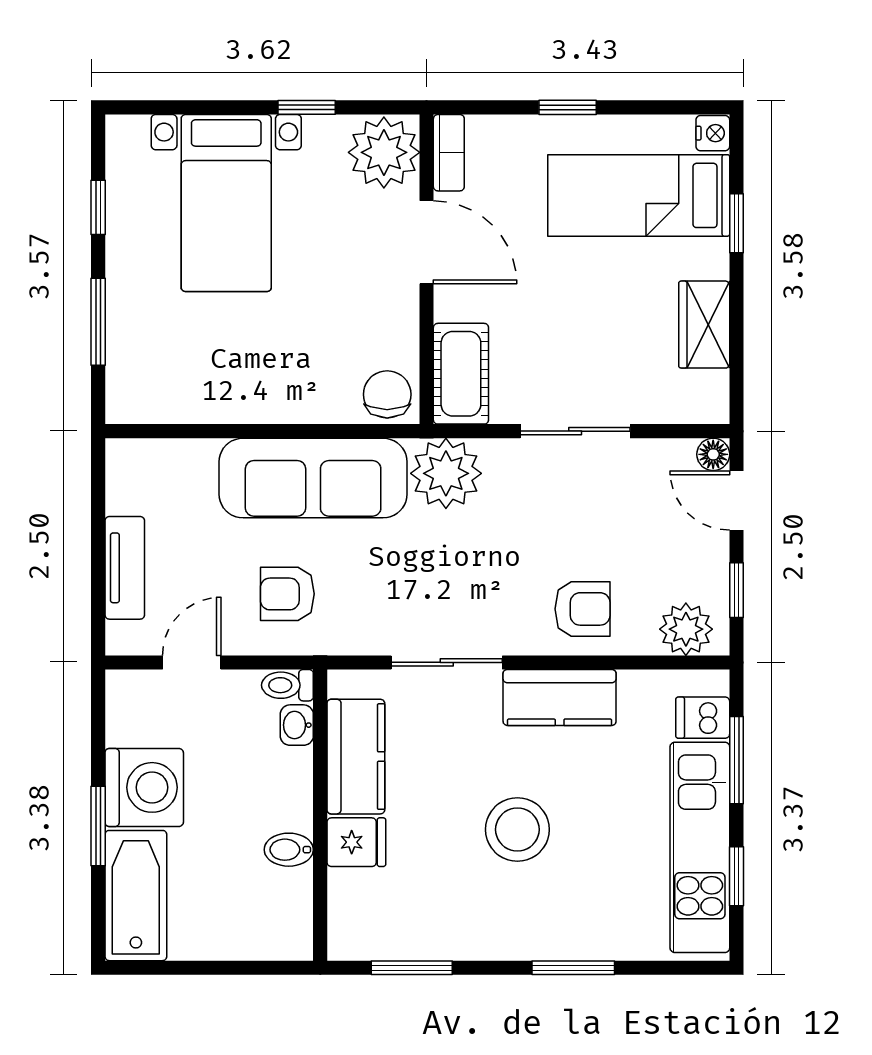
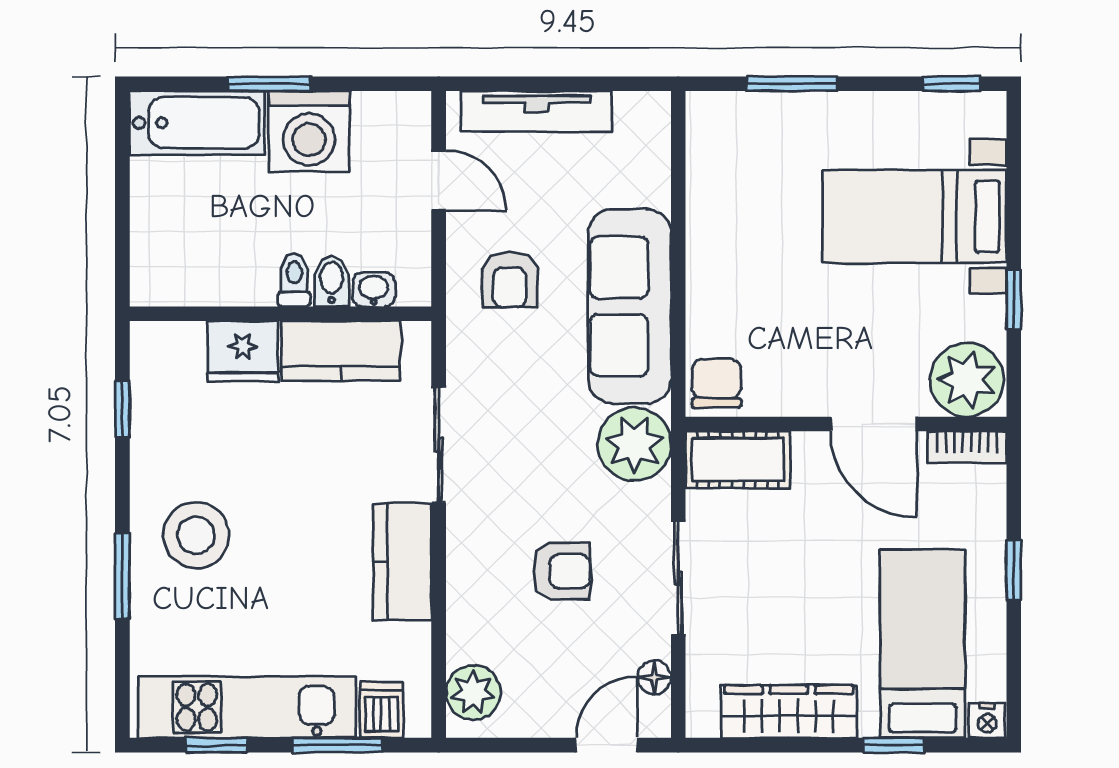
window: (98, 207) -> (951, 84), moved
door: (427, 242) -> (874, 424), hinge flipped
wardrobe: (704, 325) -> (789, 712), width x1.50
chair: (387, 394) -> (716, 383), turned -90
floor lamp: (713, 454) -> (654, 677), moved
tv unit: (125, 568) -> (537, 111), width x1.41
window: (736, 590) -> (514, 745), removed
armchair: (287, 594) -> (510, 280), turned 180
armchair: (582, 609) -> (562, 571), moved, turned -90
toilet: (287, 685) -> (294, 280), moved
stool: (517, 830) -> (196, 535), moved
fridge: (356, 842) -> (243, 351), width x1.38
bidet: (289, 850) -> (332, 281), moved
window: (412, 968) -> (122, 409), width x0.67

